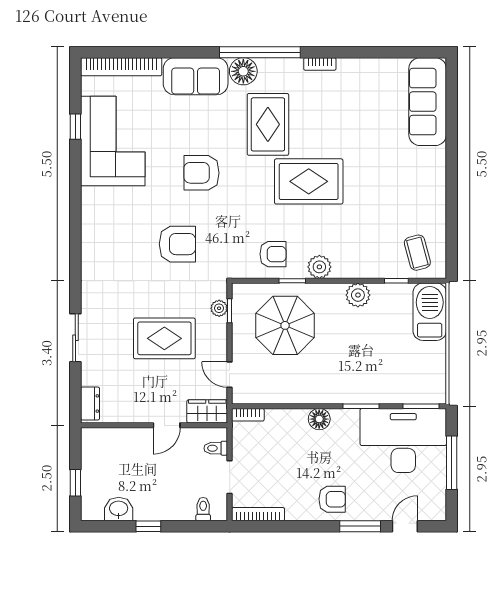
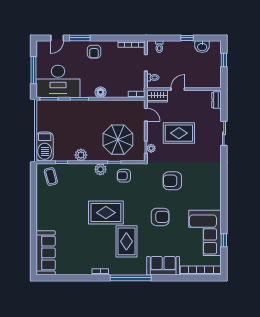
floor lamp: (243, 71) -> (139, 268), removed
armchair: (332, 499) -> (94, 52), turned -90

